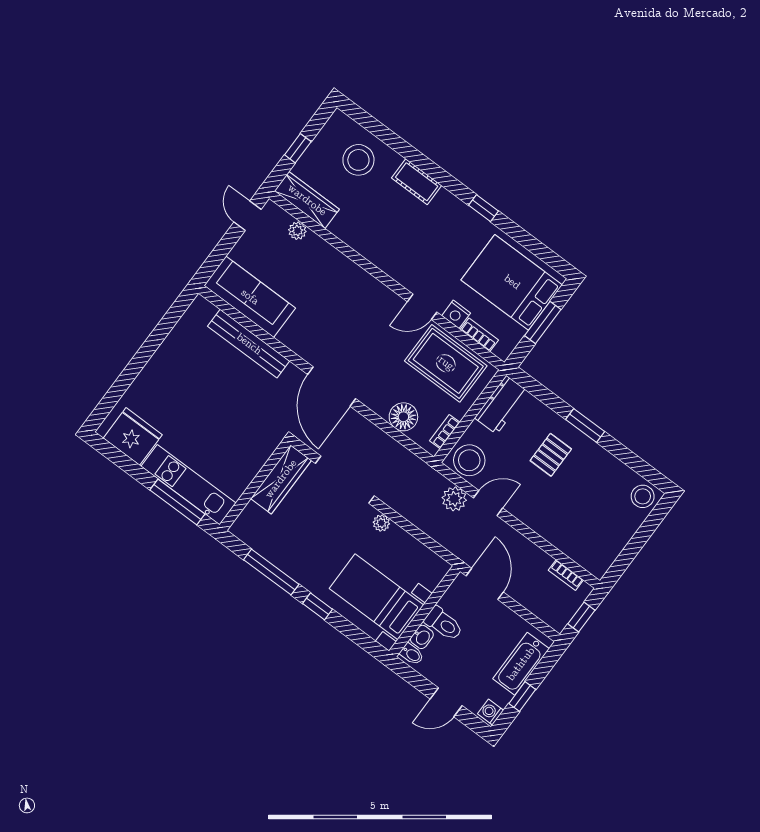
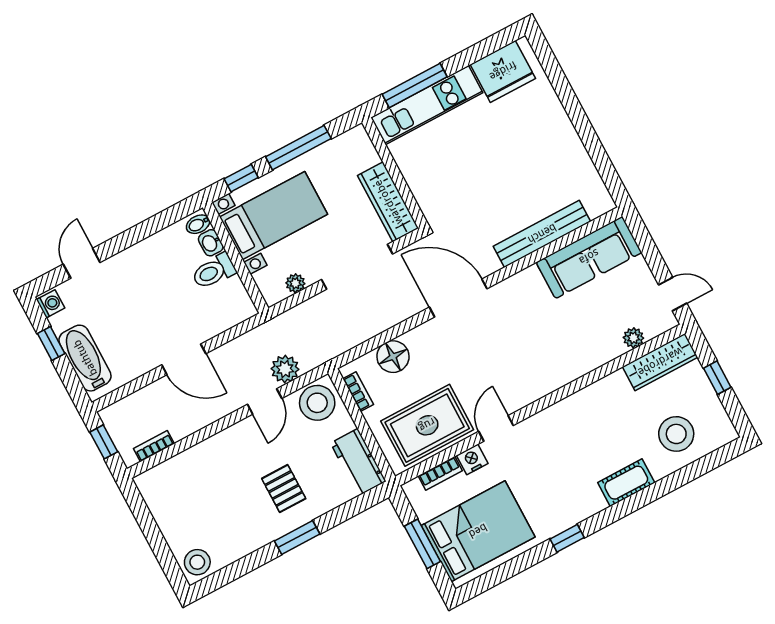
bed with nightstands: (376, 597) -> (273, 216), moved
wall: (425, 611) -> (236, 258), moved
toilet: (444, 624) -> (214, 271), moved
washbasin: (422, 637) -> (211, 243), moved
bidet: (412, 654) -> (198, 224), moved

